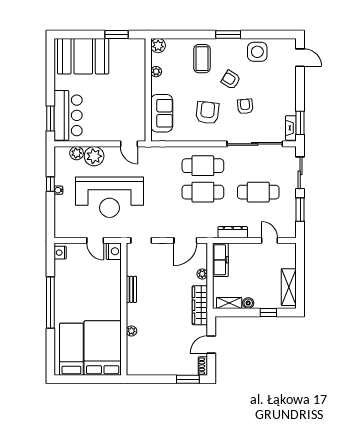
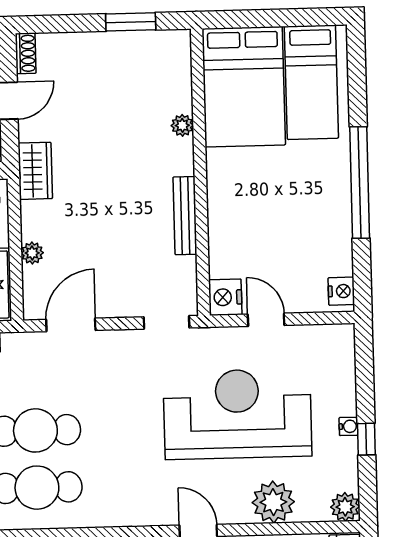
plant: (77, 153) -> (345, 507), moved
bench: (131, 289) -> (185, 216), width x1.36
wardrobe: (200, 305) -> (35, 171), width x0.67
window: (188, 379) -> (131, 22), moved

